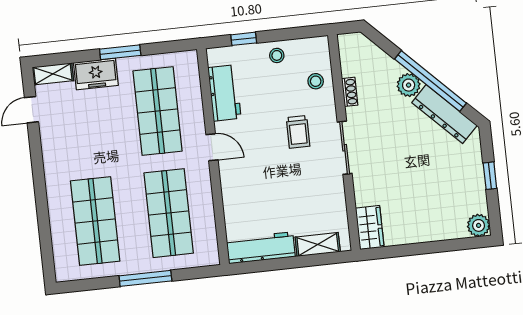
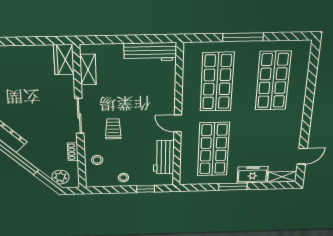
plant: (409, 85) -> (60, 177), moved
shelving: (318, 244) -> (88, 70), moved, turned 90

